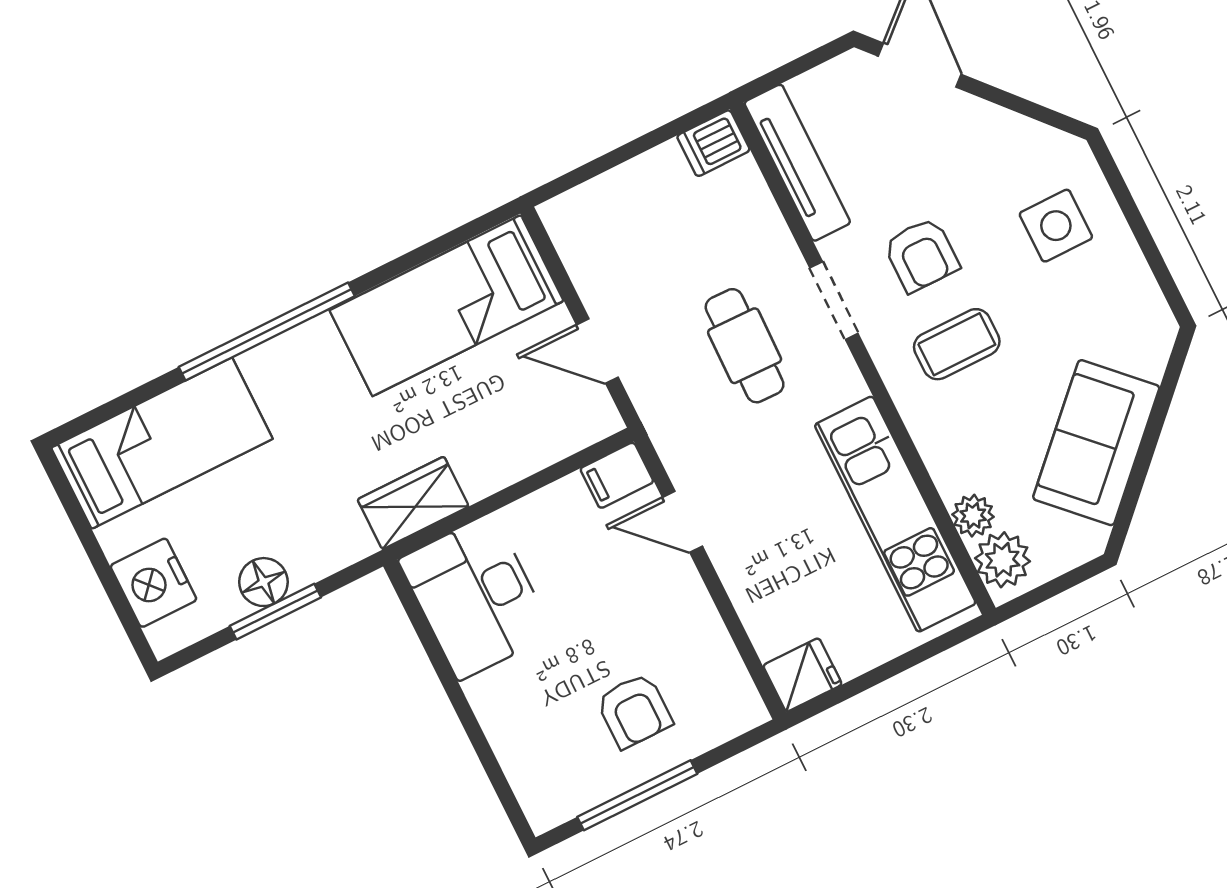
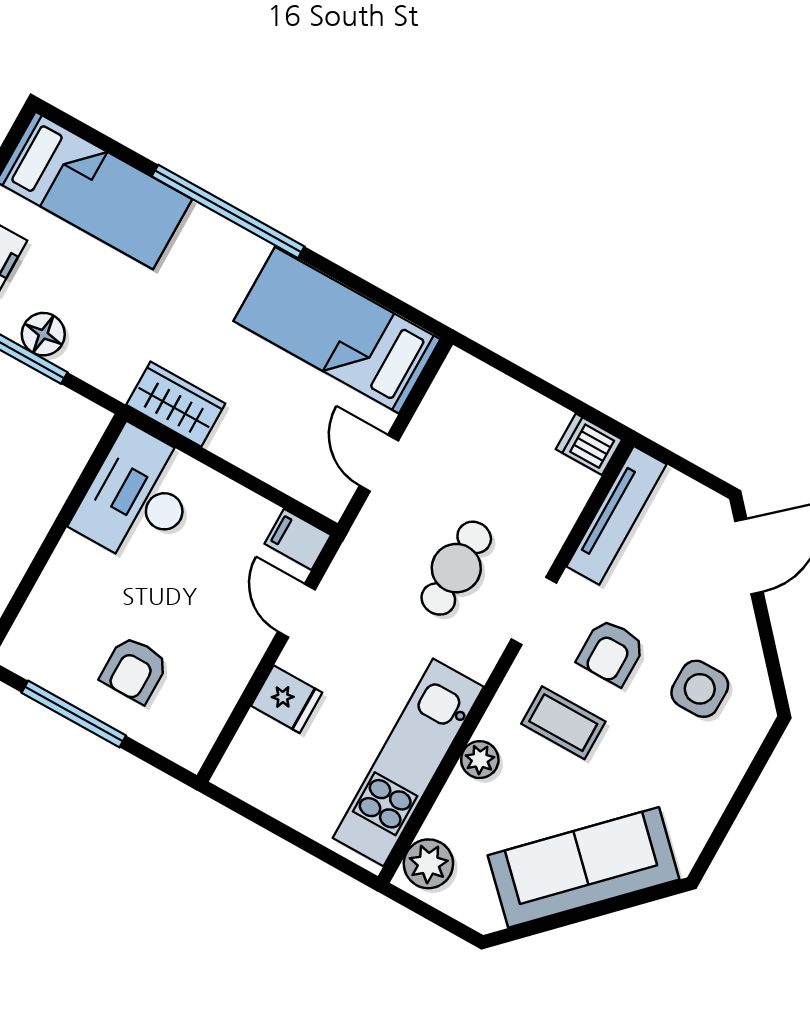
side table: (1056, 226) -> (700, 689), moved
sofa: (1096, 443) -> (584, 867), width x1.36
plant: (973, 516) -> (480, 760), moved
fridge: (802, 675) -> (287, 699), moved

